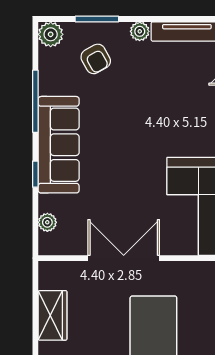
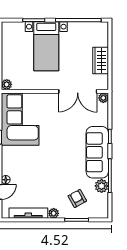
plant: (51, 34) -> (102, 186), moved
plant: (47, 222) -> (103, 98), moved
double door: (124, 258) -> (78, 91), moved

